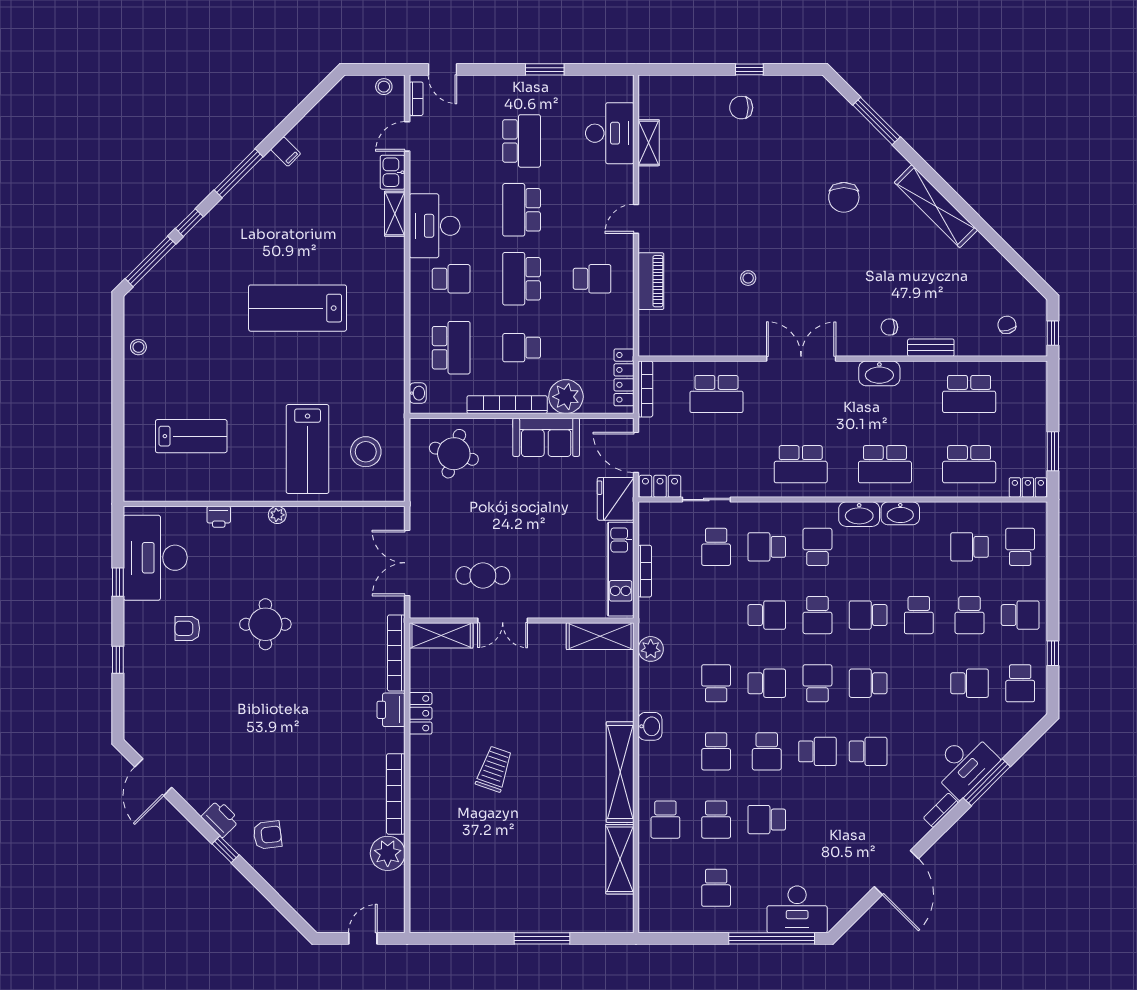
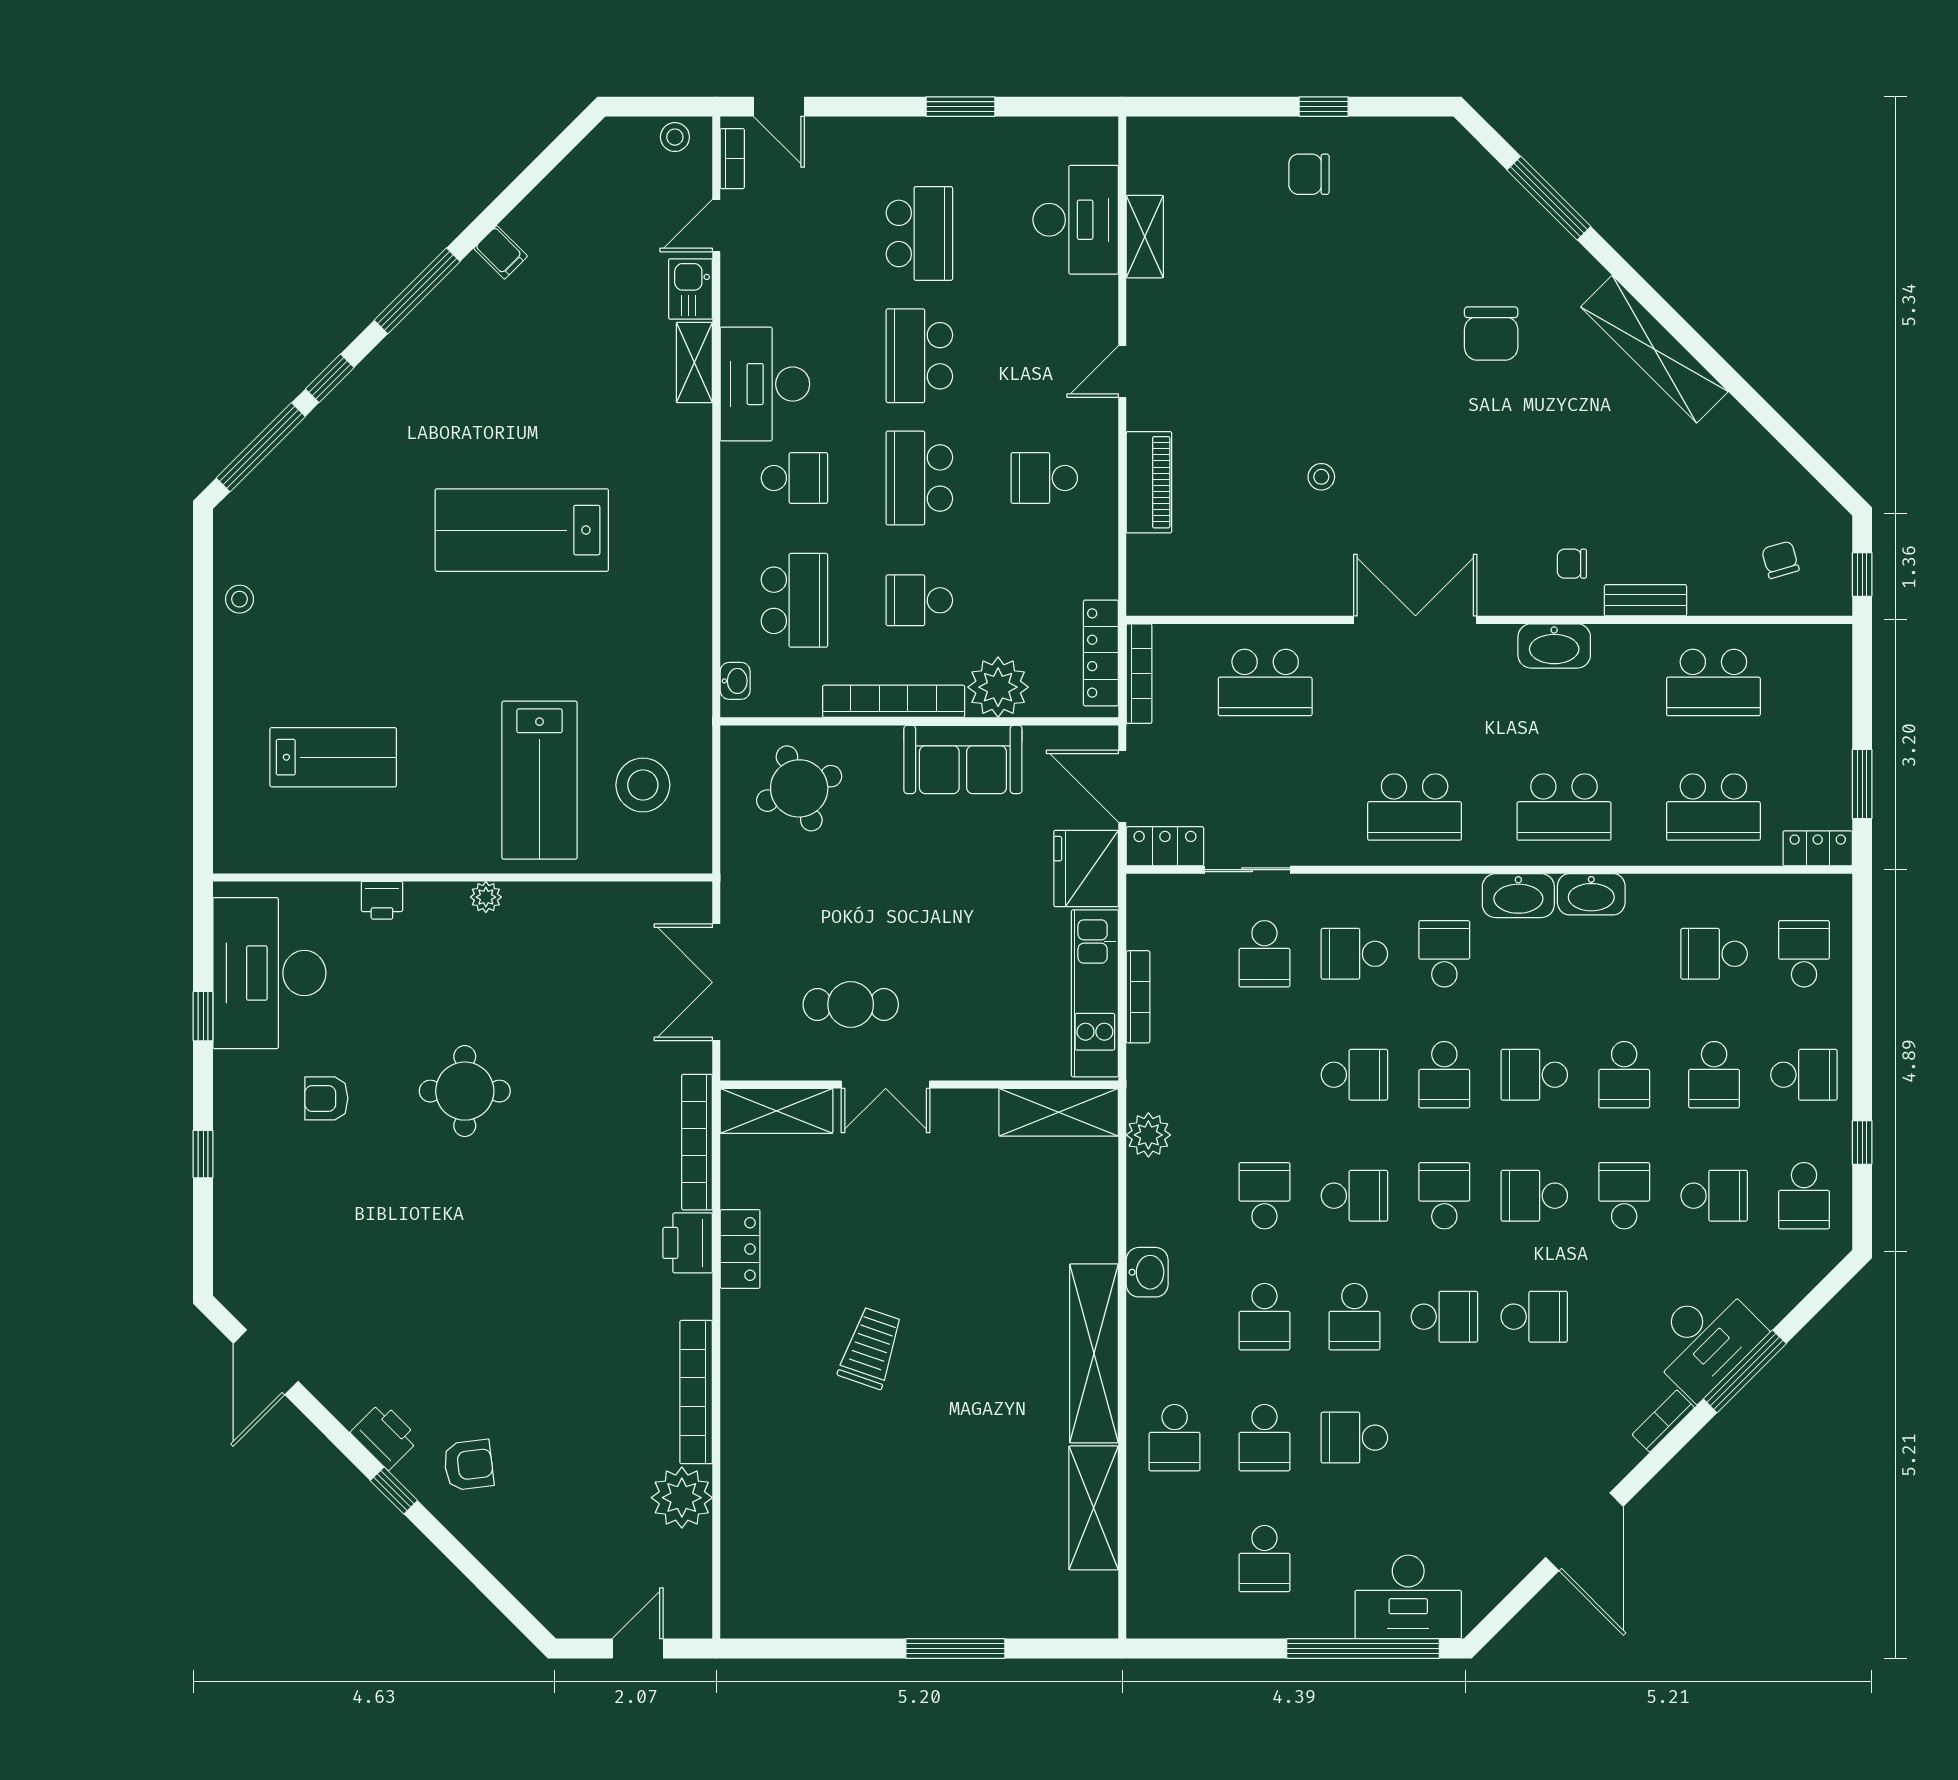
school desk: (592, 279) -> (1044, 478), turned 180
round table: (454, 454) -> (799, 788), turned -38
school desk: (919, 683) -> (1624, 1196), added

